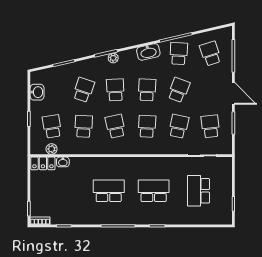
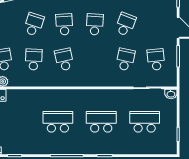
school desk: (147, 126) -> (95, 60), removed
washbasin: (63, 162) -> (171, 94), moved
school desk: (199, 191) -> (145, 122), turned 90

